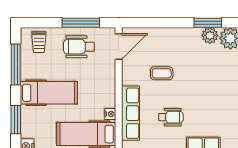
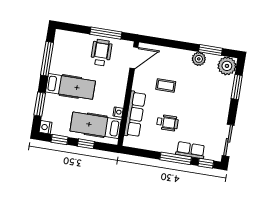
plant: (210, 35) -> (199, 59), moved
trolley: (39, 42) -> (69, 43), removed
wheelchair: (79, 47) -> (101, 53), turned 90

